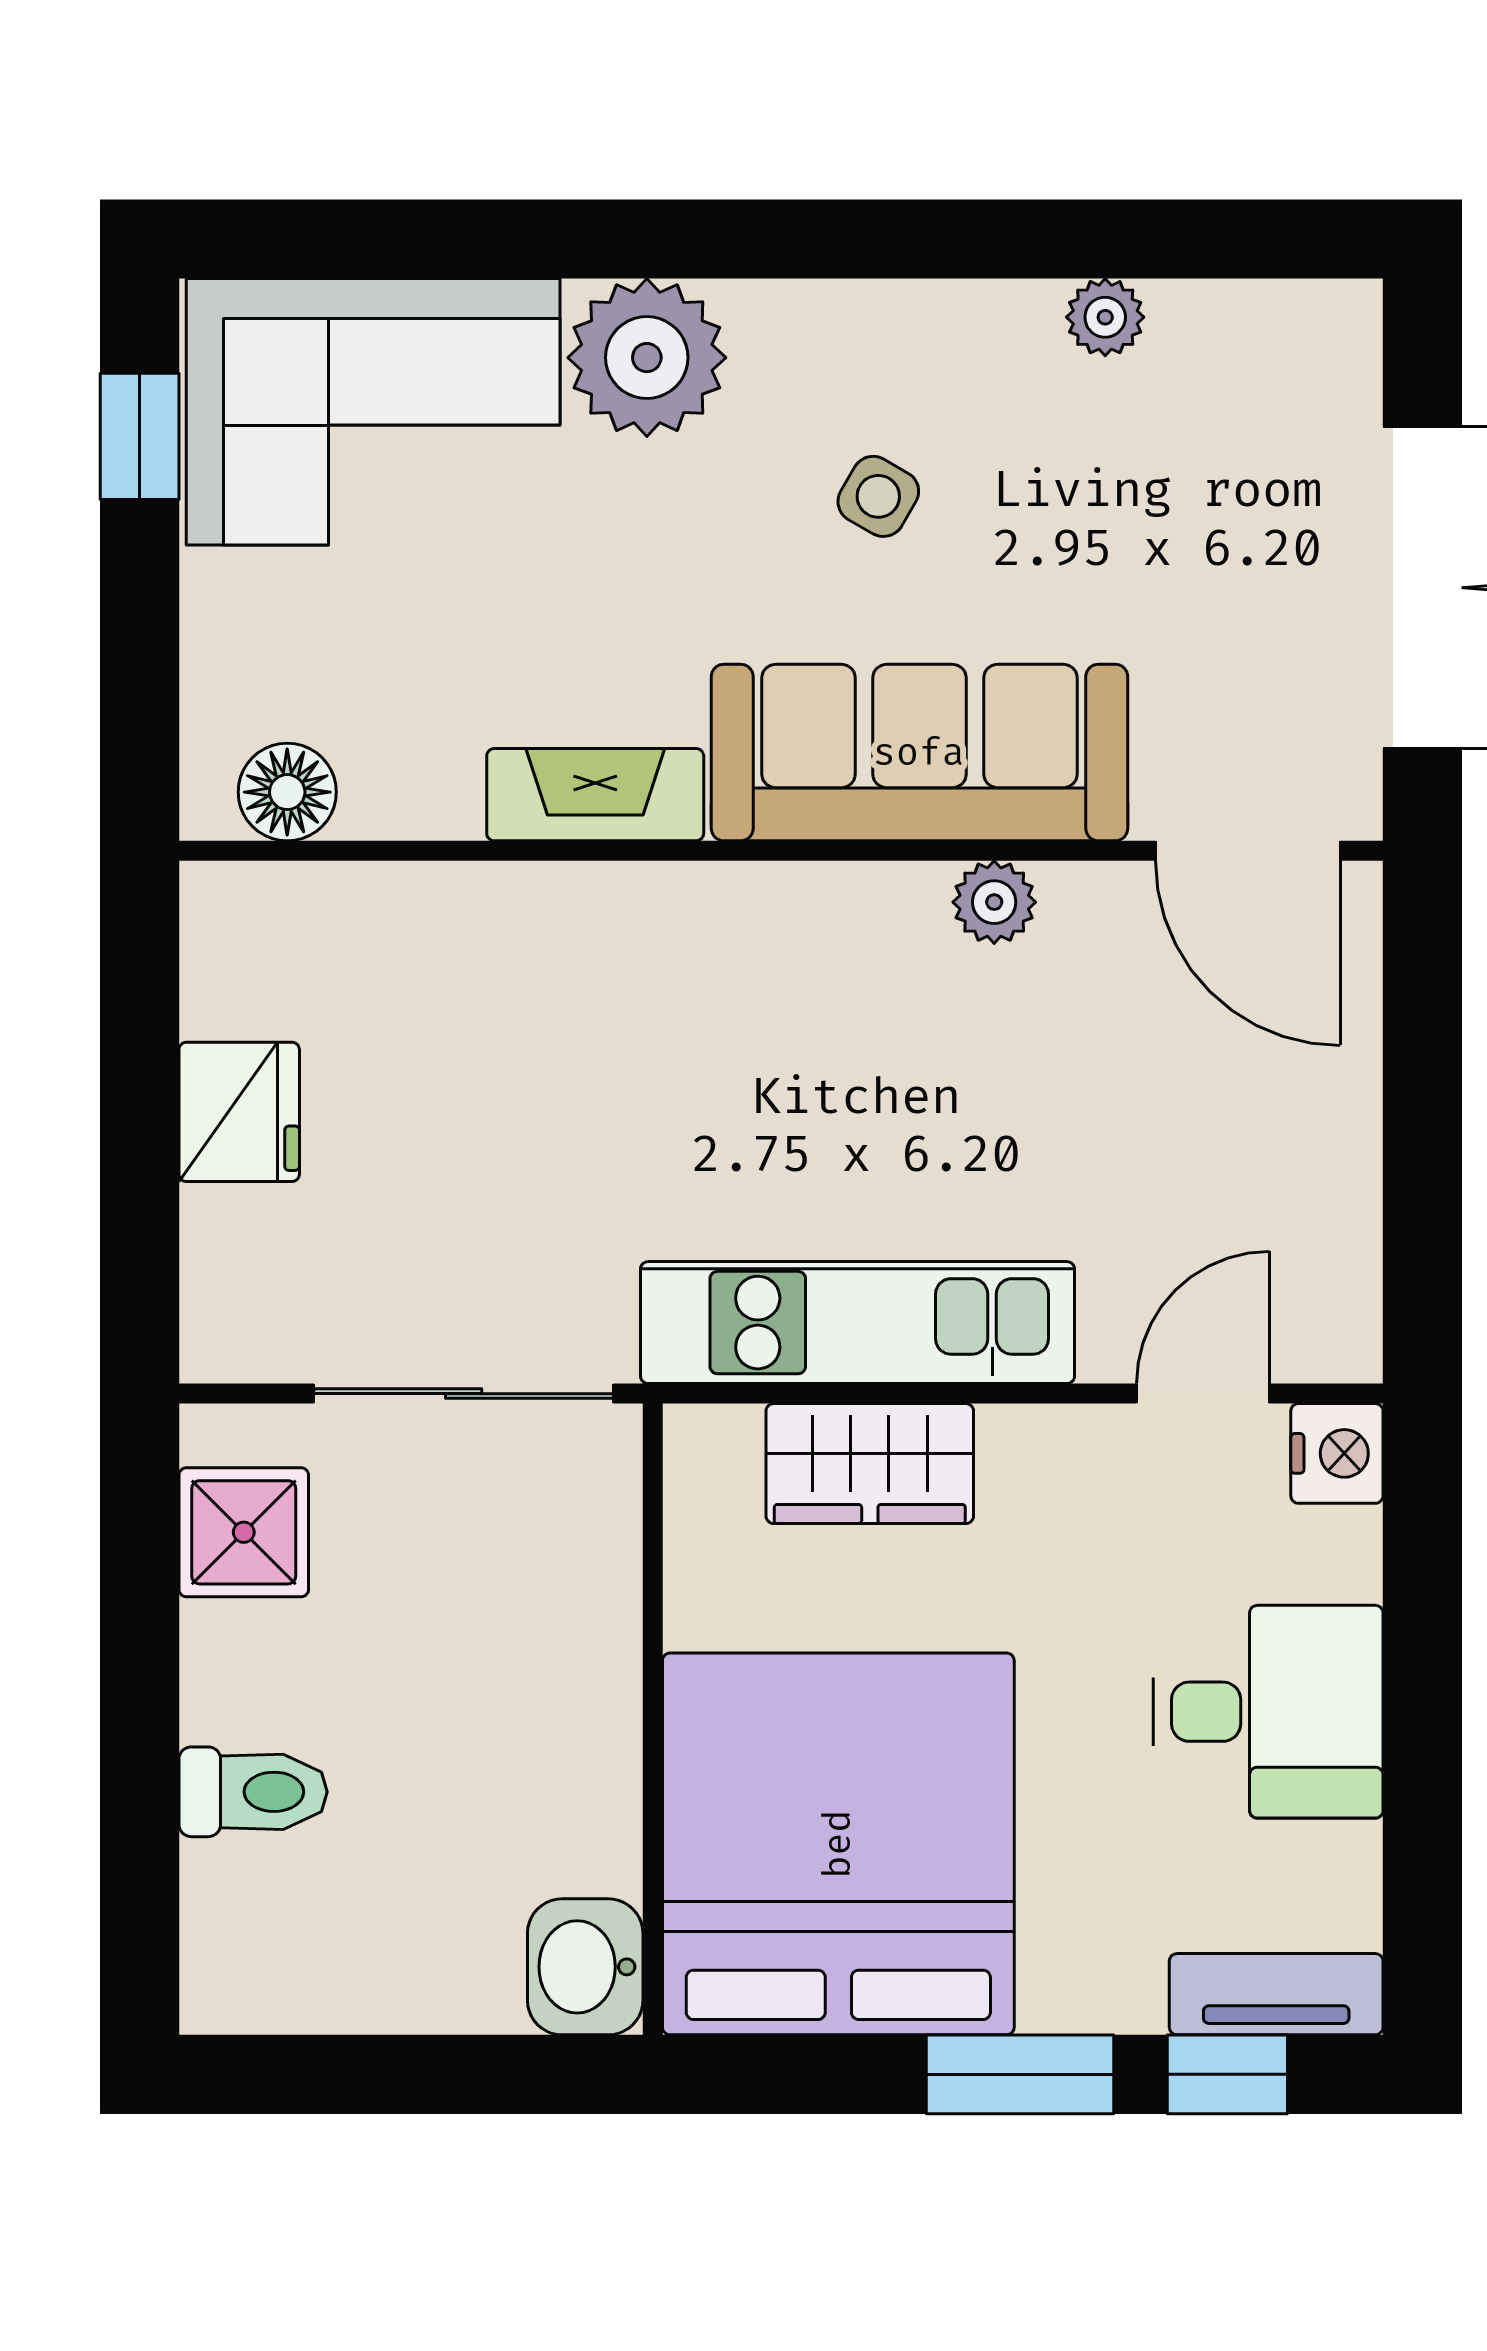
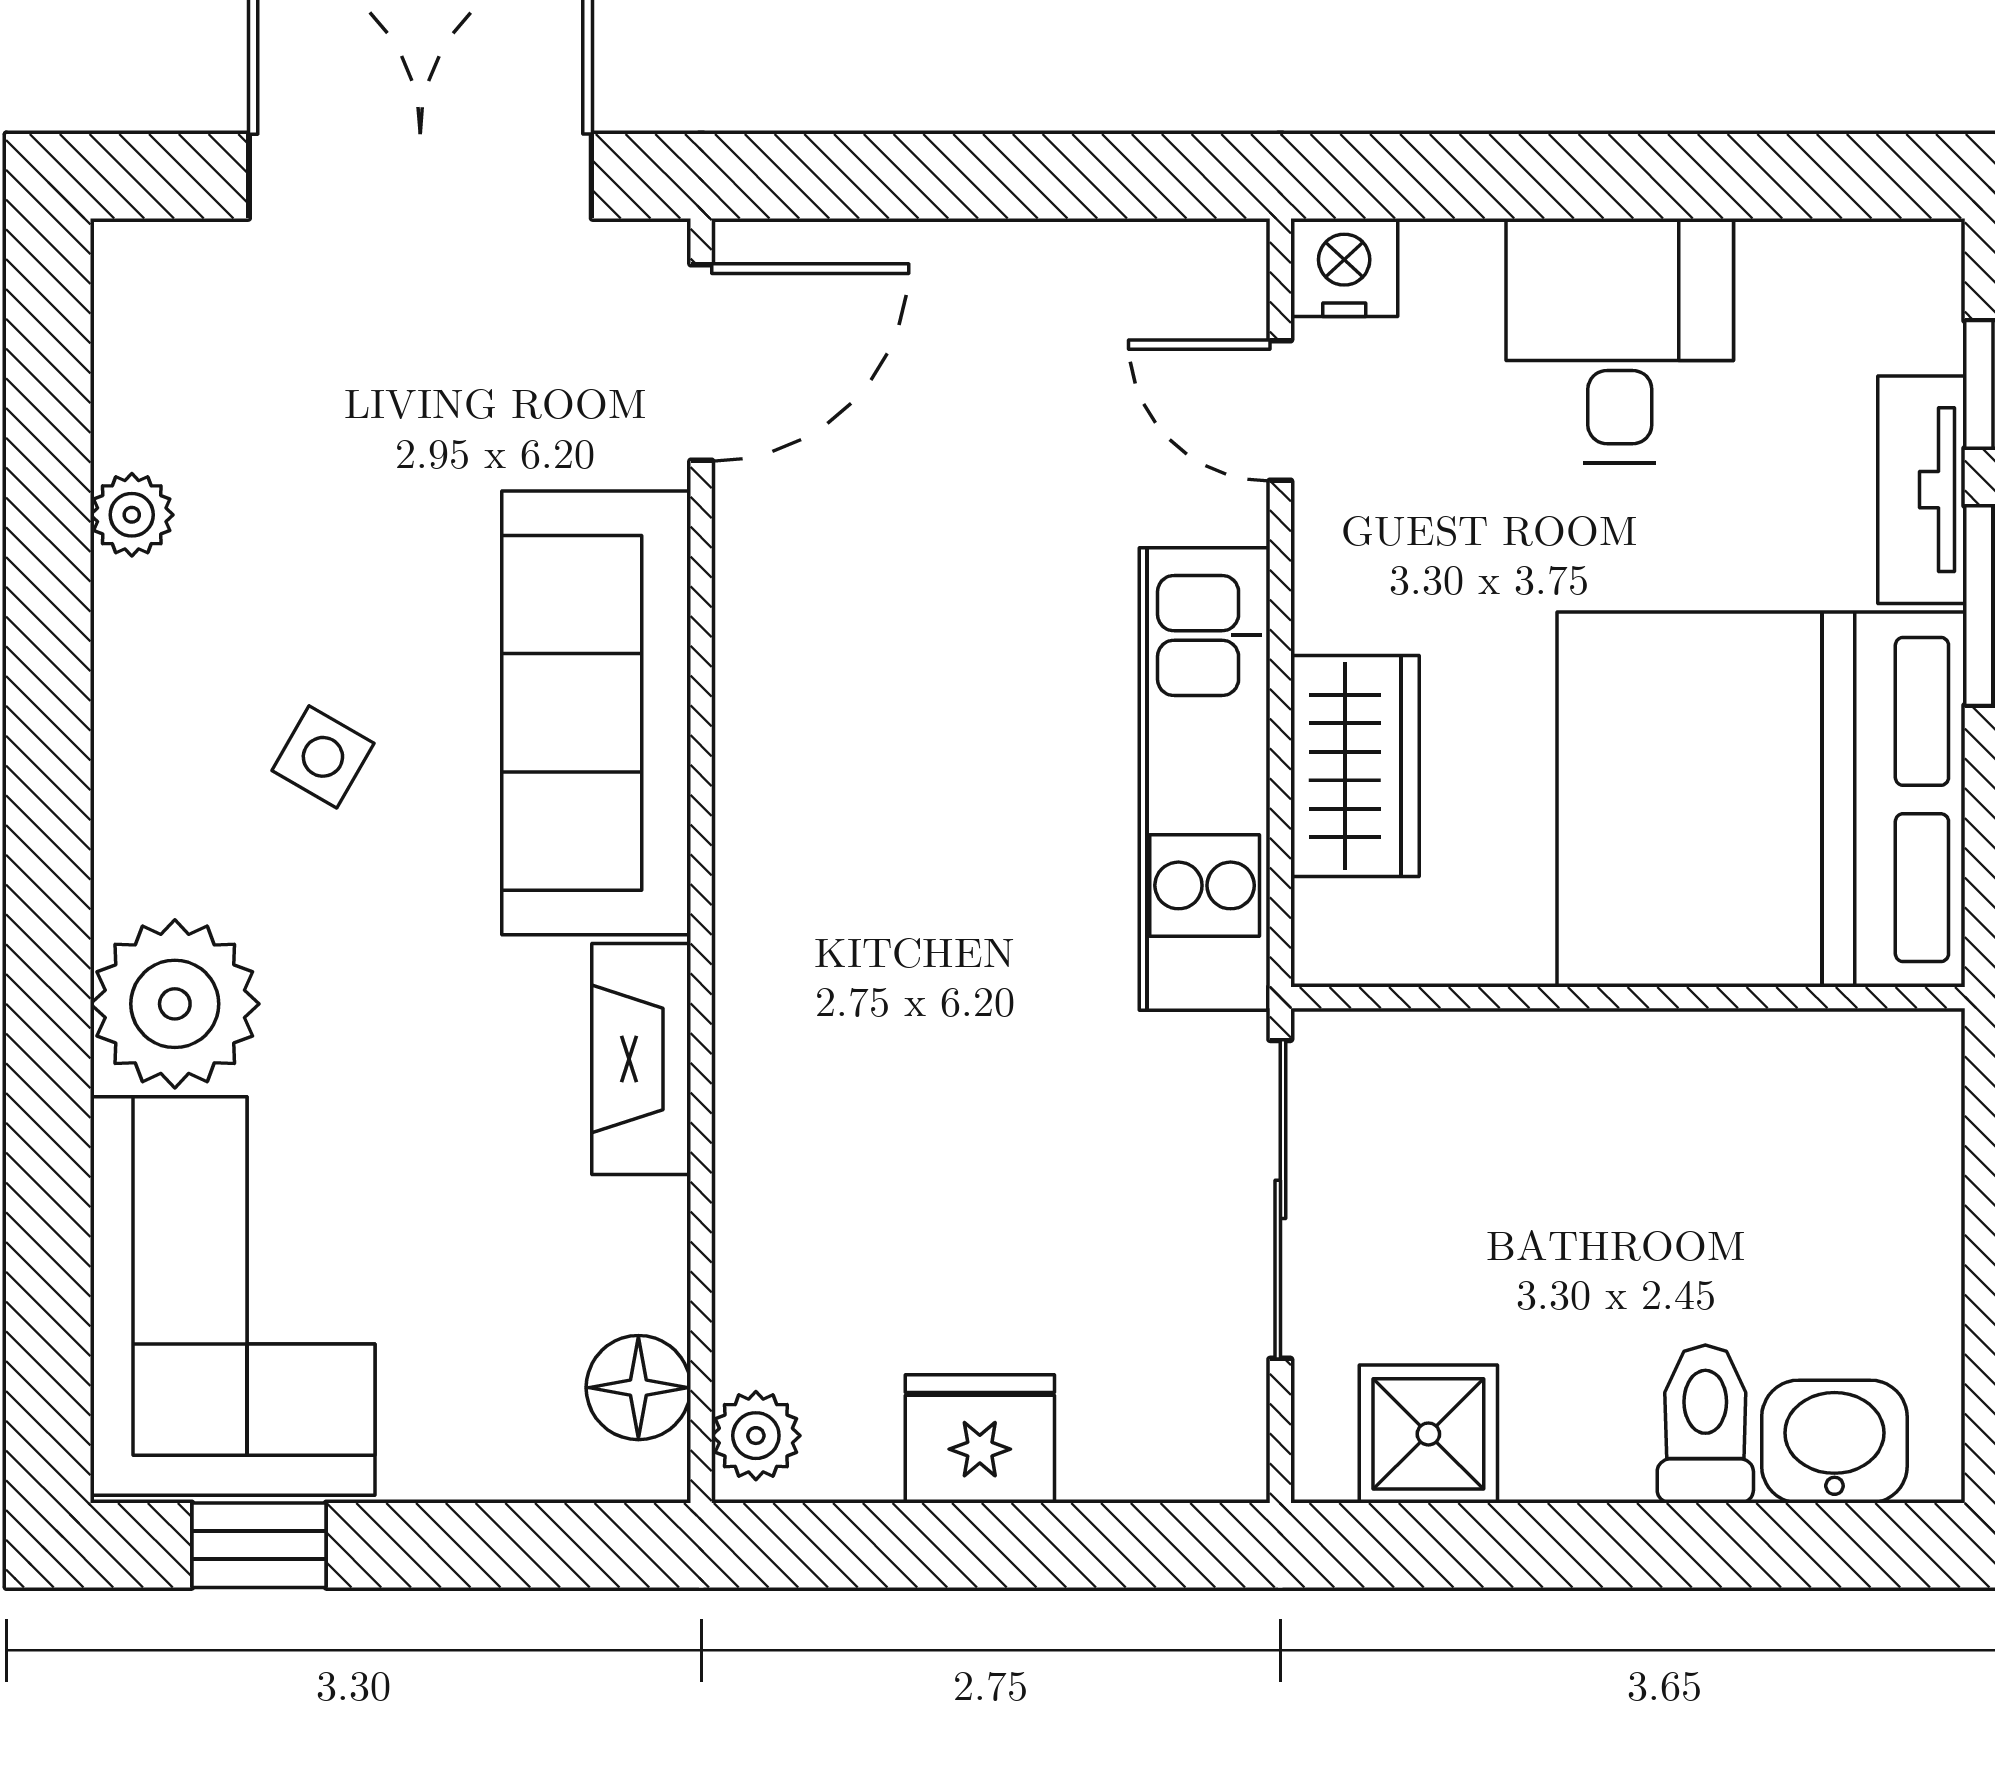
plant: (994, 902) -> (756, 1436), moved
washbasin: (585, 1967) -> (1834, 1442), moved, turned 180
tv unit: (1276, 1994) -> (1921, 490), moved

